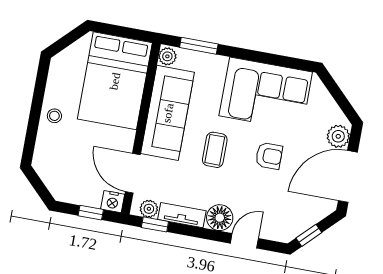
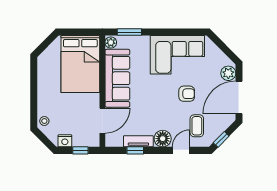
stool: (54, 116) -> (44, 121), moved
coffee table: (215, 150) -> (197, 126), moved
door: (133, 173) -> (102, 121), swing flipped
nightstand: (113, 202) -> (65, 141), moved
plant: (149, 209) -> (117, 141), removed
window: (155, 224) -> (135, 150), moved

